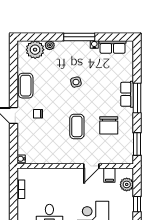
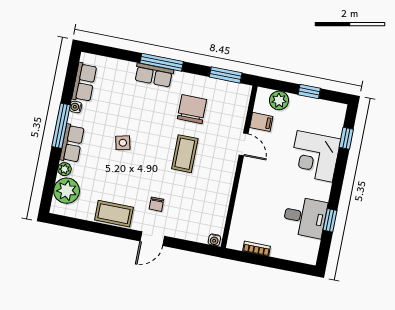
row of seats: (69, 47) -> (72, 143), added
chair: (109, 125) -> (192, 109), turned -90
coffee table: (77, 126) -> (185, 154), turned 90

